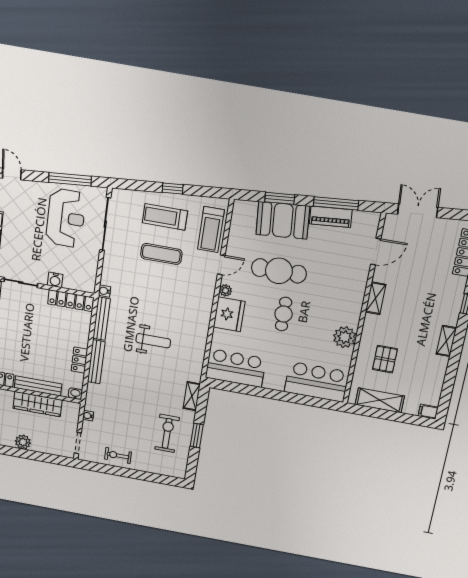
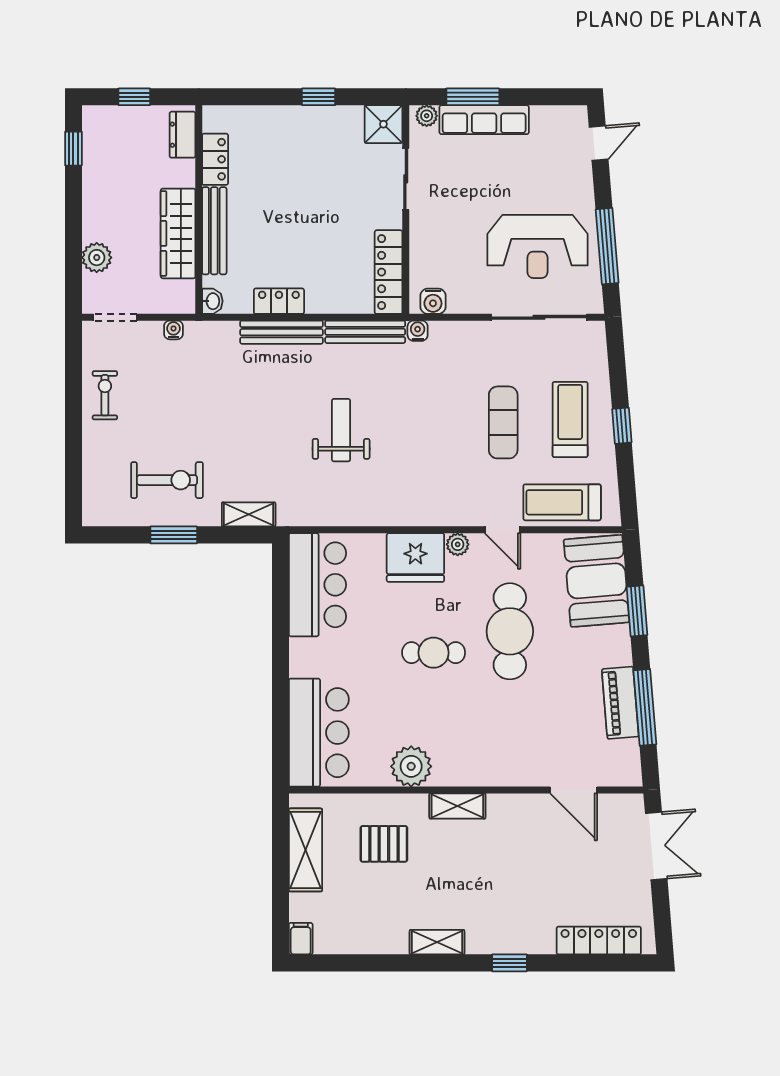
booth: (283, 220) -> (596, 581), moved
water cooler: (55, 280) -> (433, 301), moved, turned -90
shelving: (376, 298) -> (457, 806), moved
weight bench: (153, 341) -> (341, 430), turned 180
plant: (23, 442) -> (97, 258), moved

